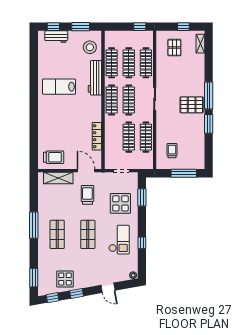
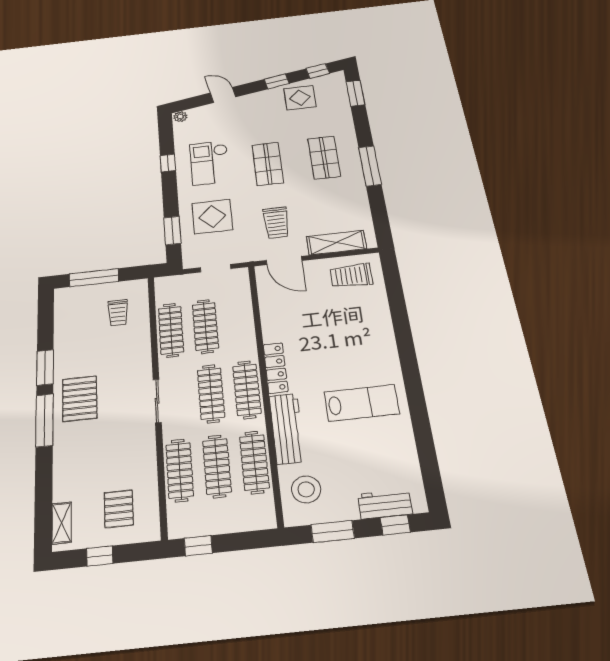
pallet: (192, 105) -> (80, 399), turned 90
locker: (97, 136) -> (276, 368), moved

